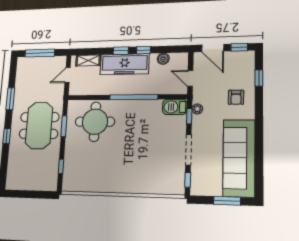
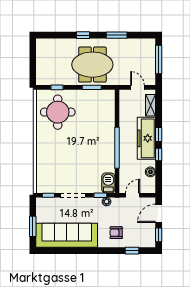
round table: (95, 122) -> (58, 112), moved

